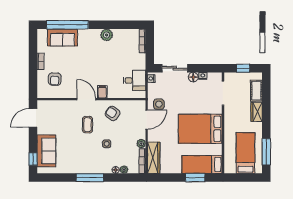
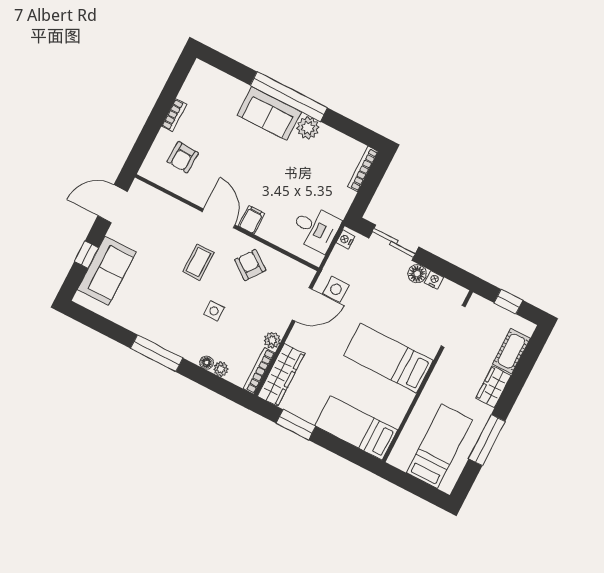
window: (67, 25) -> (289, 97), moved
sofa: (62, 37) -> (269, 114), moved
bed: (200, 129) -> (388, 358), width x0.67
window: (266, 152) -> (487, 440), moved
window: (33, 159) -> (86, 255), moved
window: (195, 178) -> (296, 425), moved

